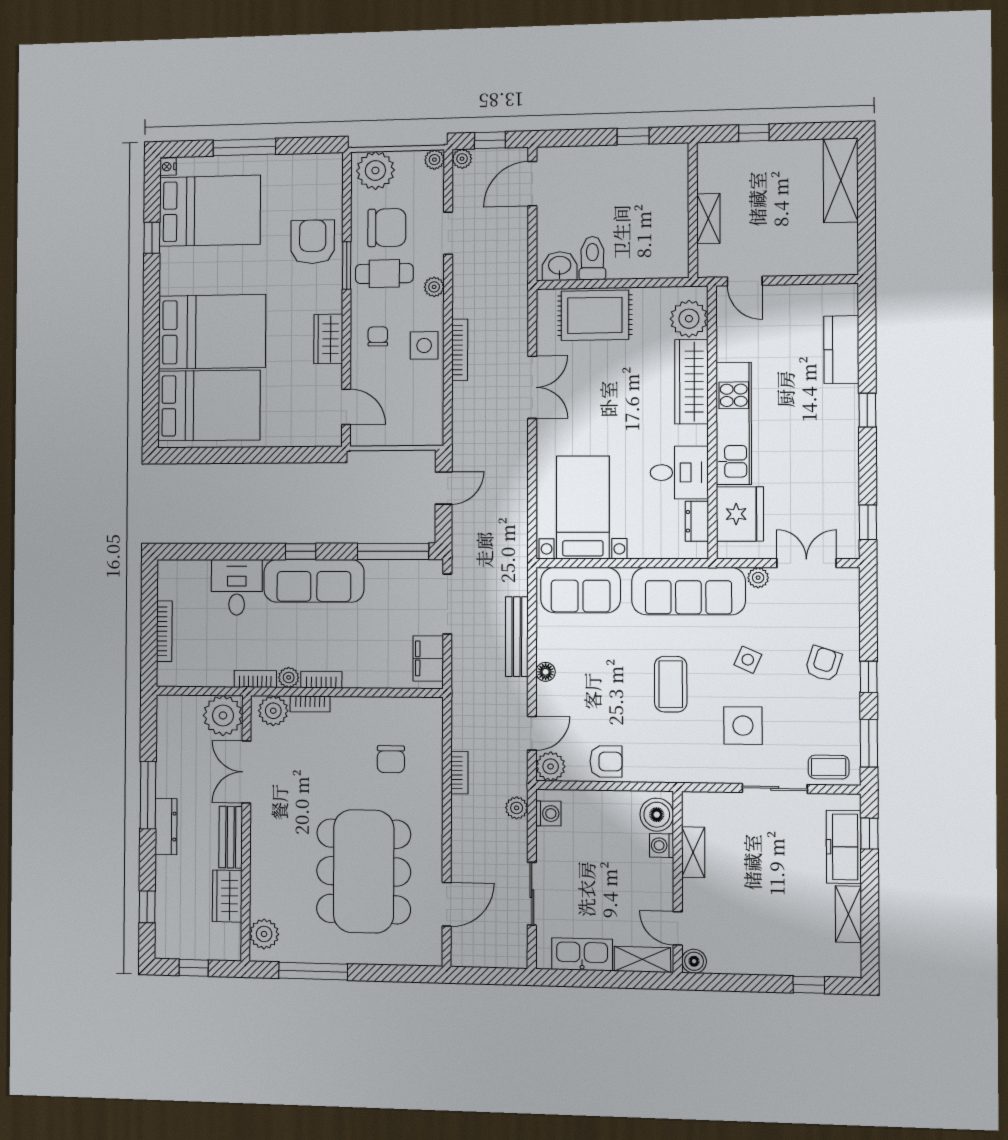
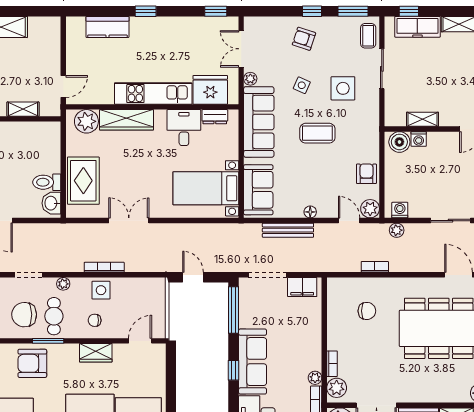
chair: (387, 228) -> (24, 315), turned -91
bookcase: (321, 680) -> (316, 356), removed

